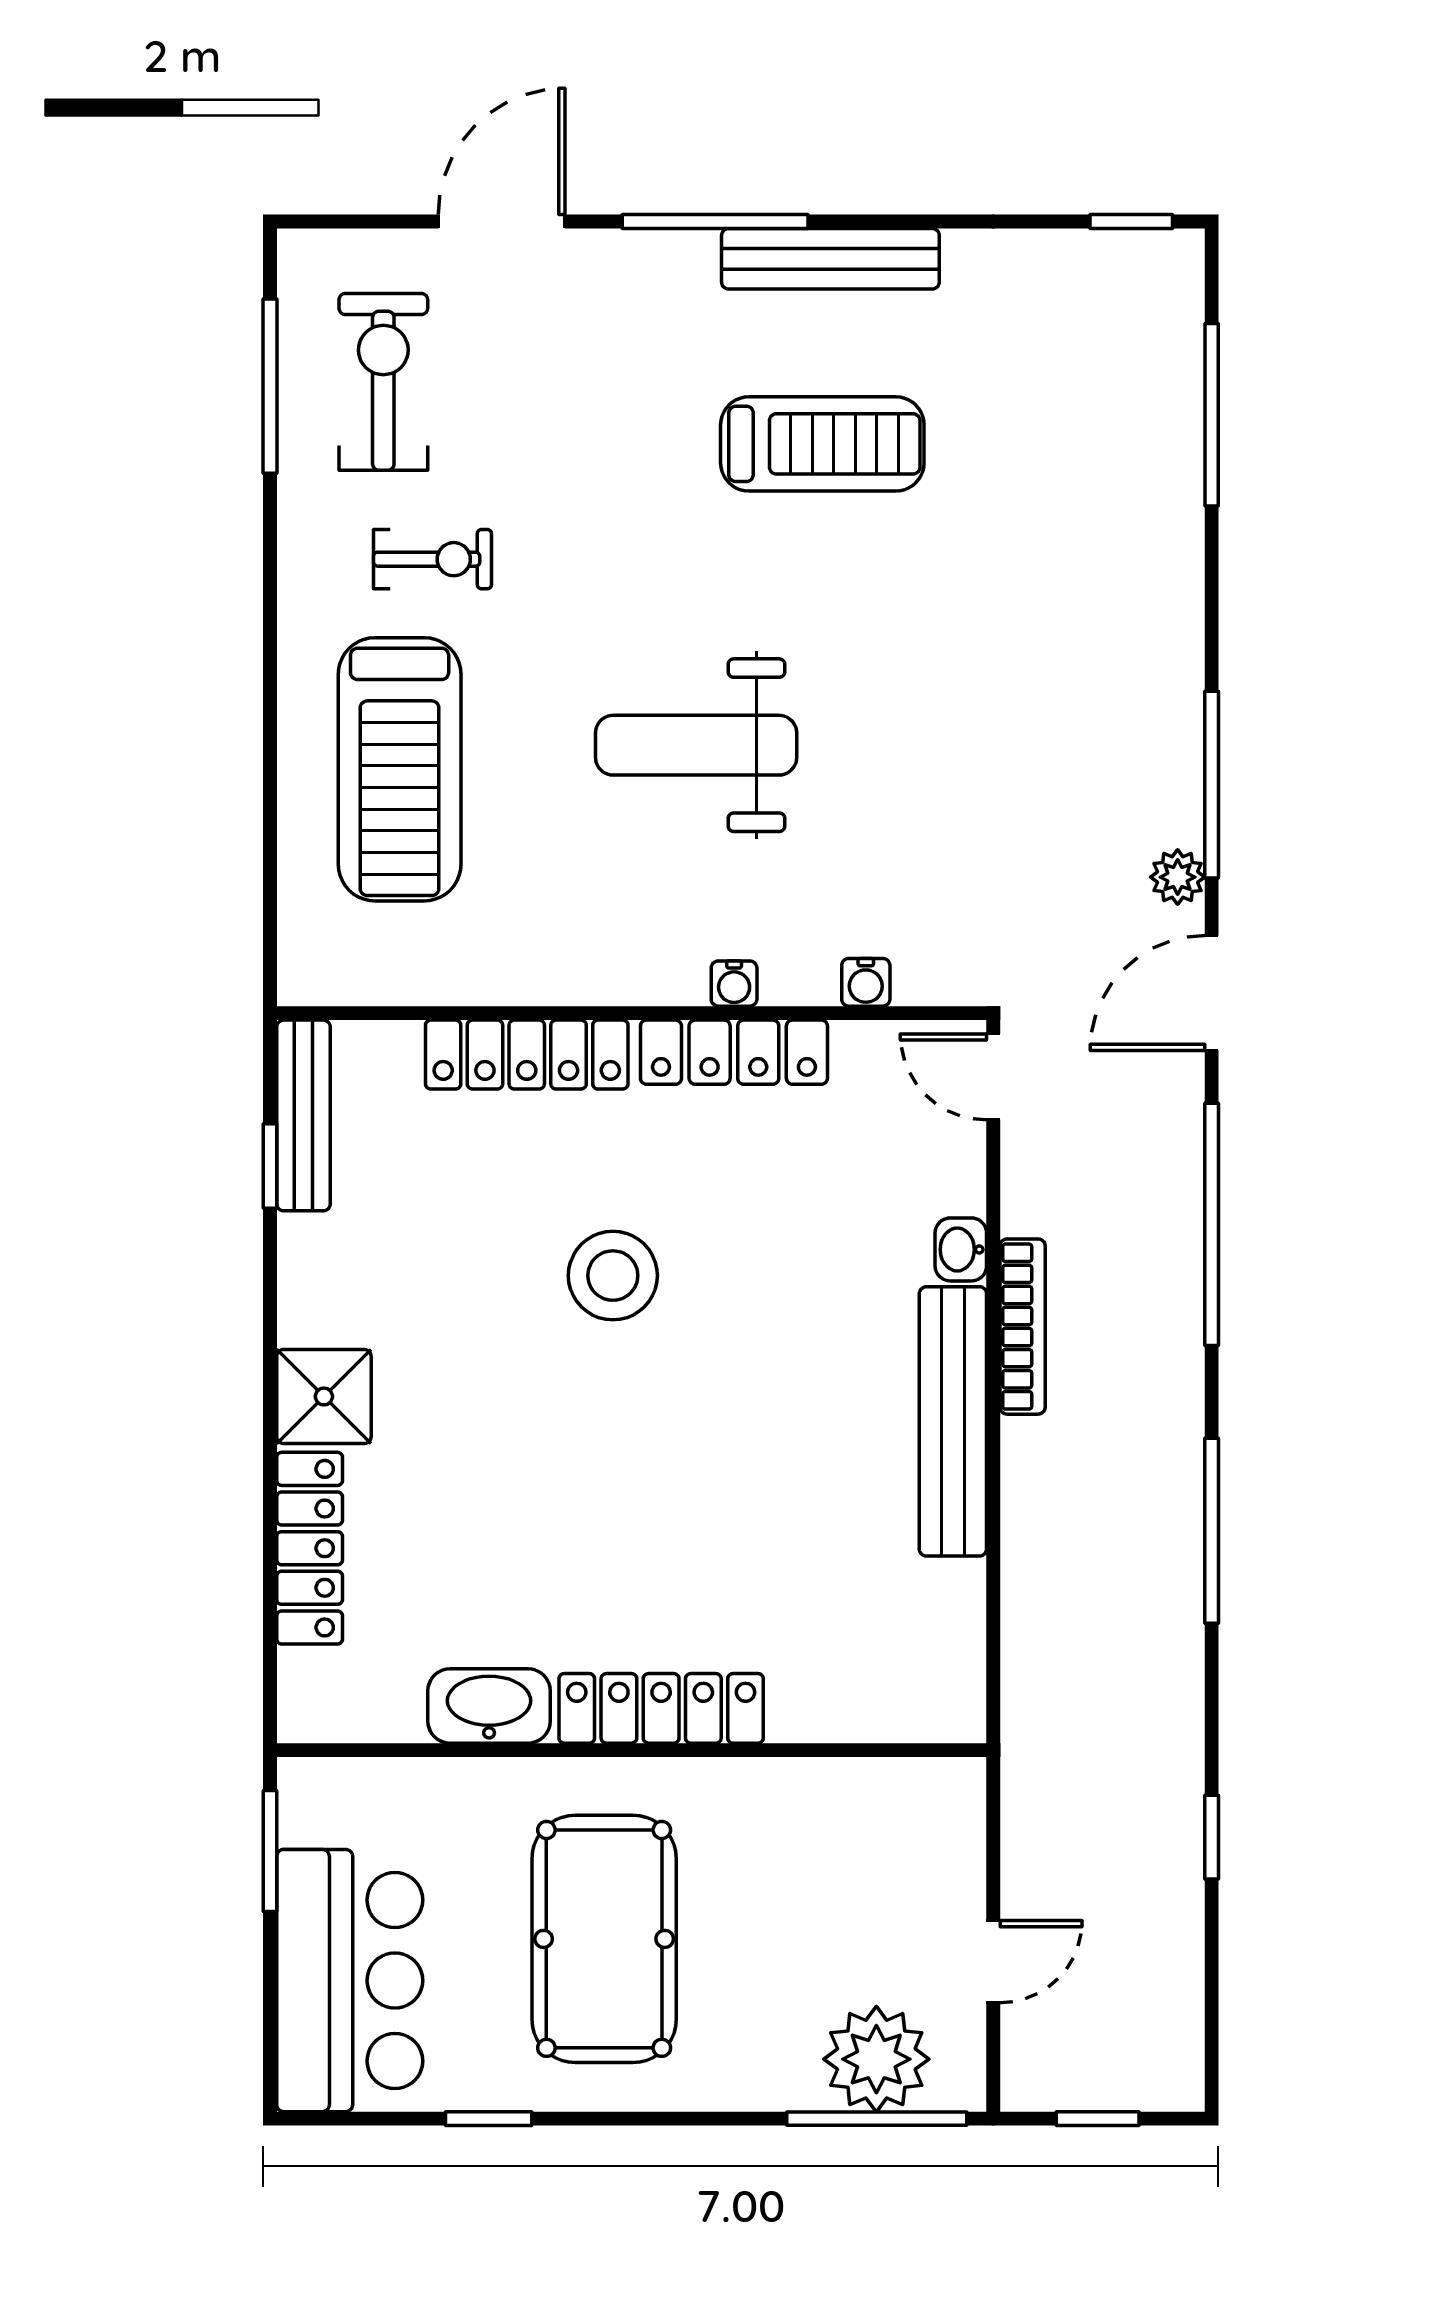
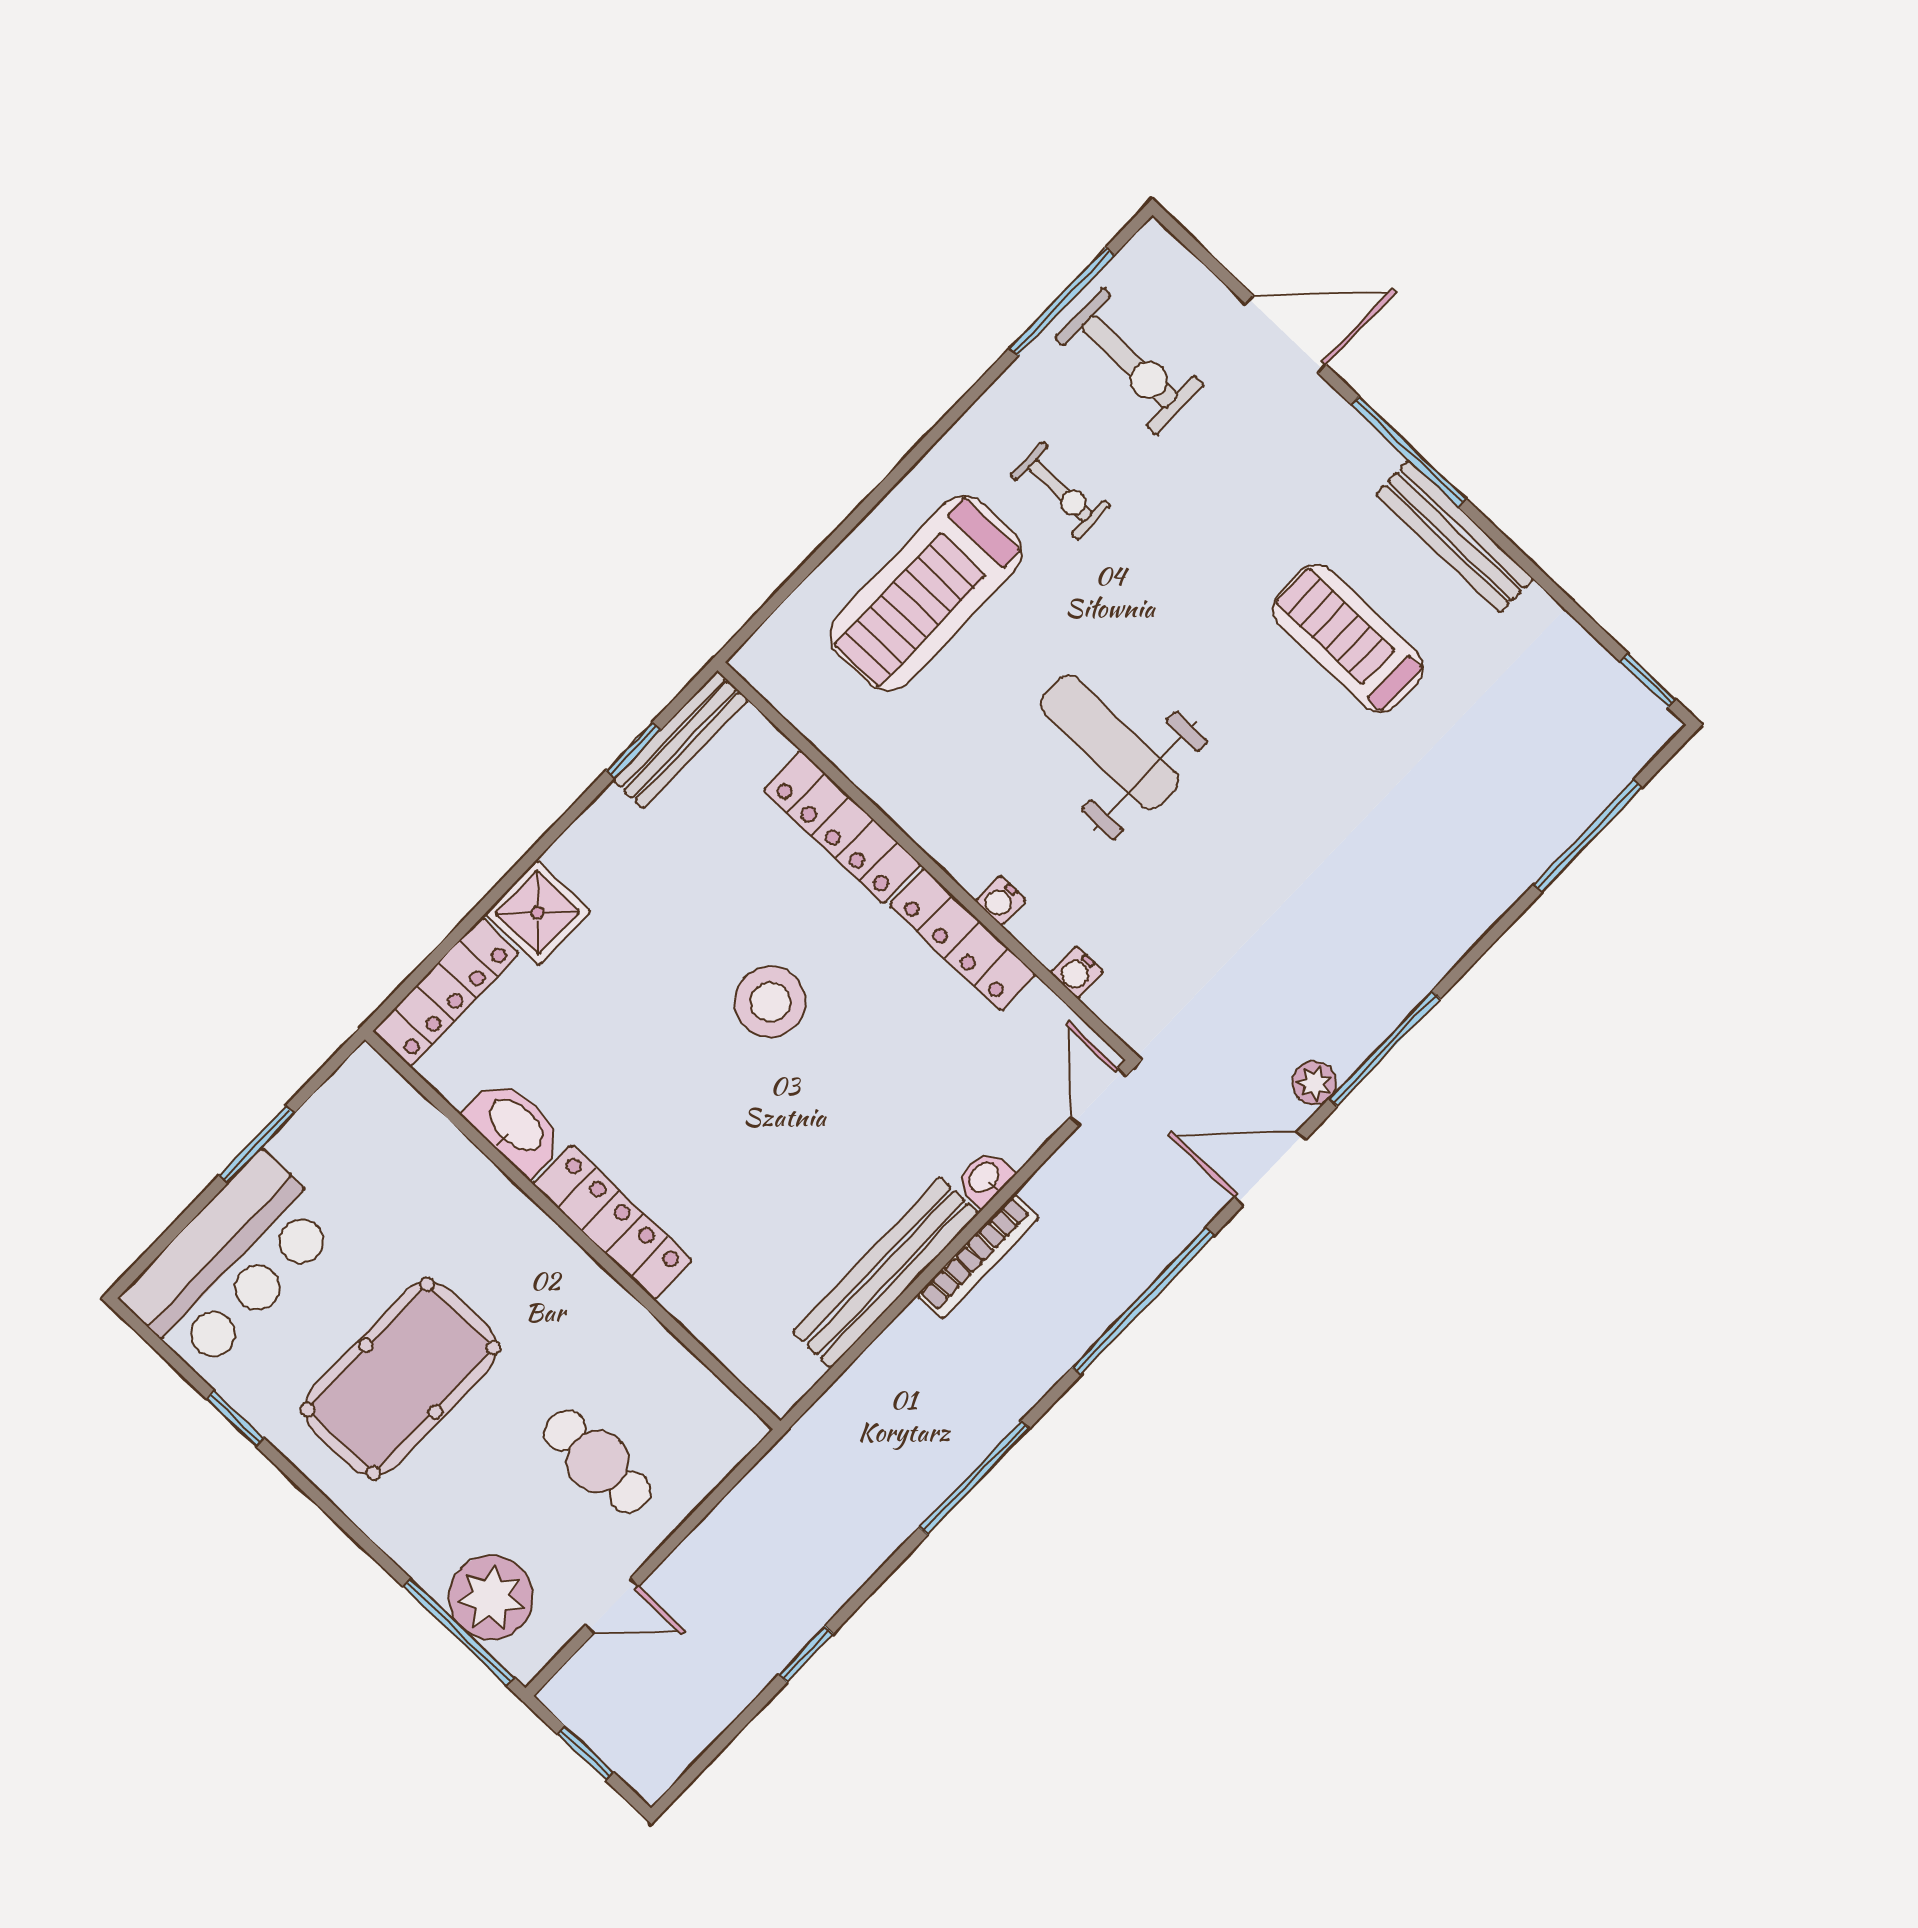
exercise bike: (383, 382) -> (1130, 361), turned 90
treadmill: (822, 444) -> (1348, 639), turned 180
washbasin: (489, 1706) -> (515, 1126), moved
locker: (661, 1708) -> (613, 1222), moved
wall: (632, 1750) -> (573, 1230), moved
cafe table: (855, 1843) -> (597, 1461), added

